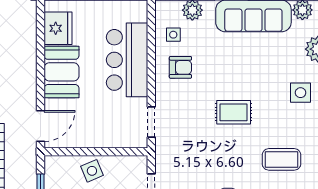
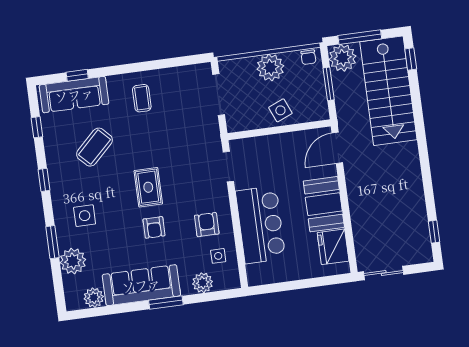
armchair: (180, 67) -> (207, 225), turned 90
armchair: (233, 72) -> (154, 227), added
rug: (234, 112) -> (148, 187), turned 90
coffee table: (282, 159) -> (94, 147), turned -44

